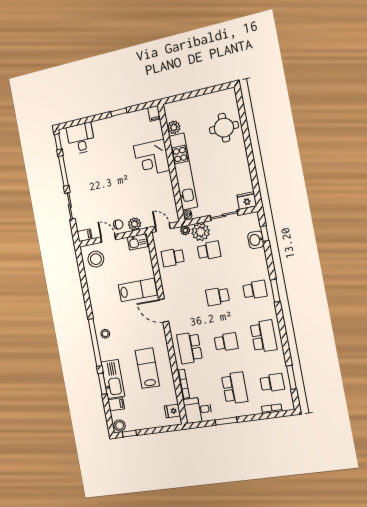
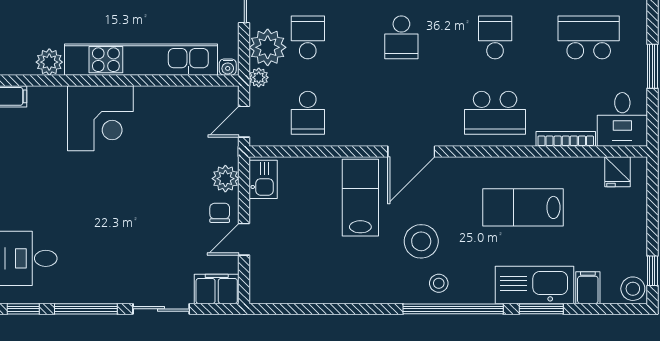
filing cabinet: (84, 235) -> (217, 289), width x2.00
stool: (96, 259) -> (421, 241), moved

